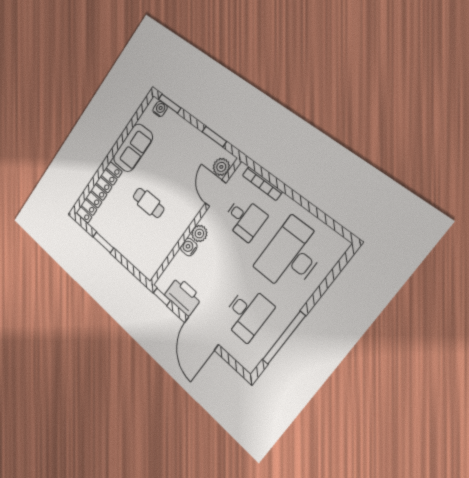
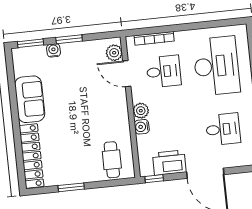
water cooler: (160, 109) -> (54, 50), moved
window: (214, 137) -> (69, 39), moved
cafe table: (148, 203) -> (112, 160), moved, turned 90
desk: (291, 255) -> (216, 66), turned 180
desk: (247, 313) -> (223, 129), width x0.73

